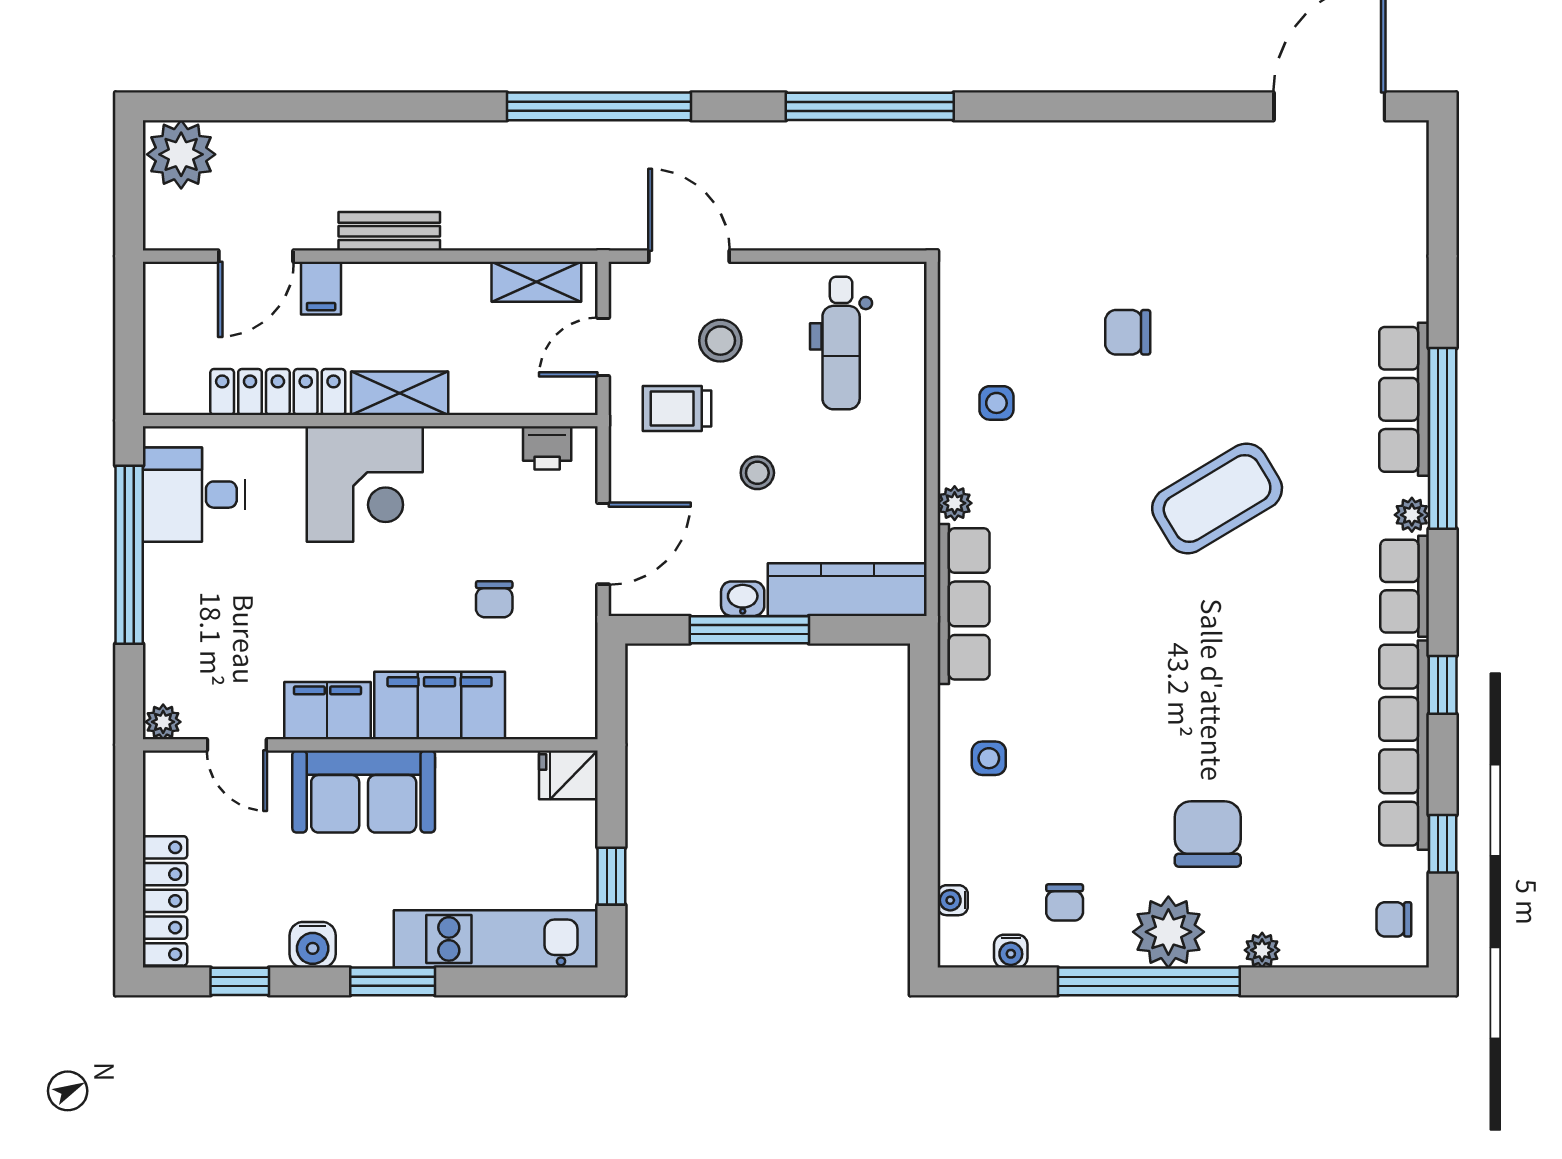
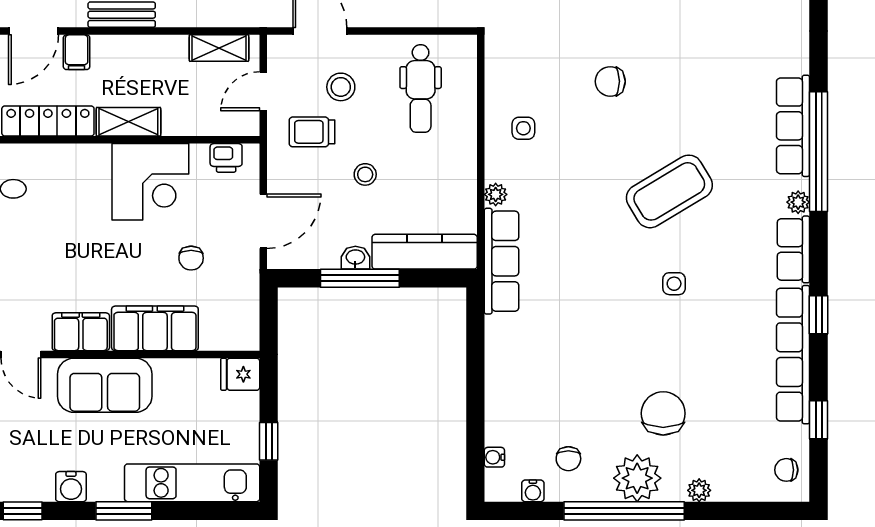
corner desk: (365, 484) -> (150, 182), moved
side table: (989, 758) -> (674, 284), moved

